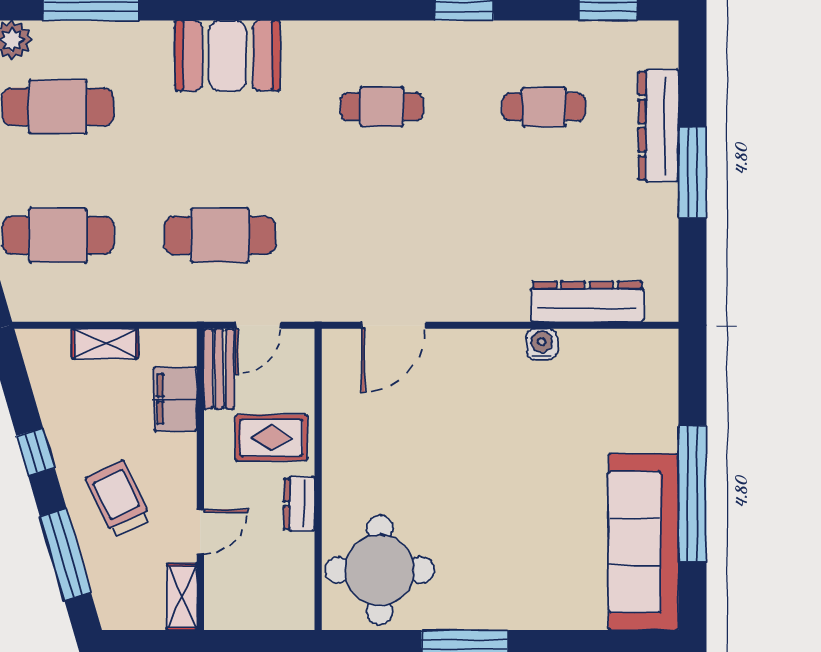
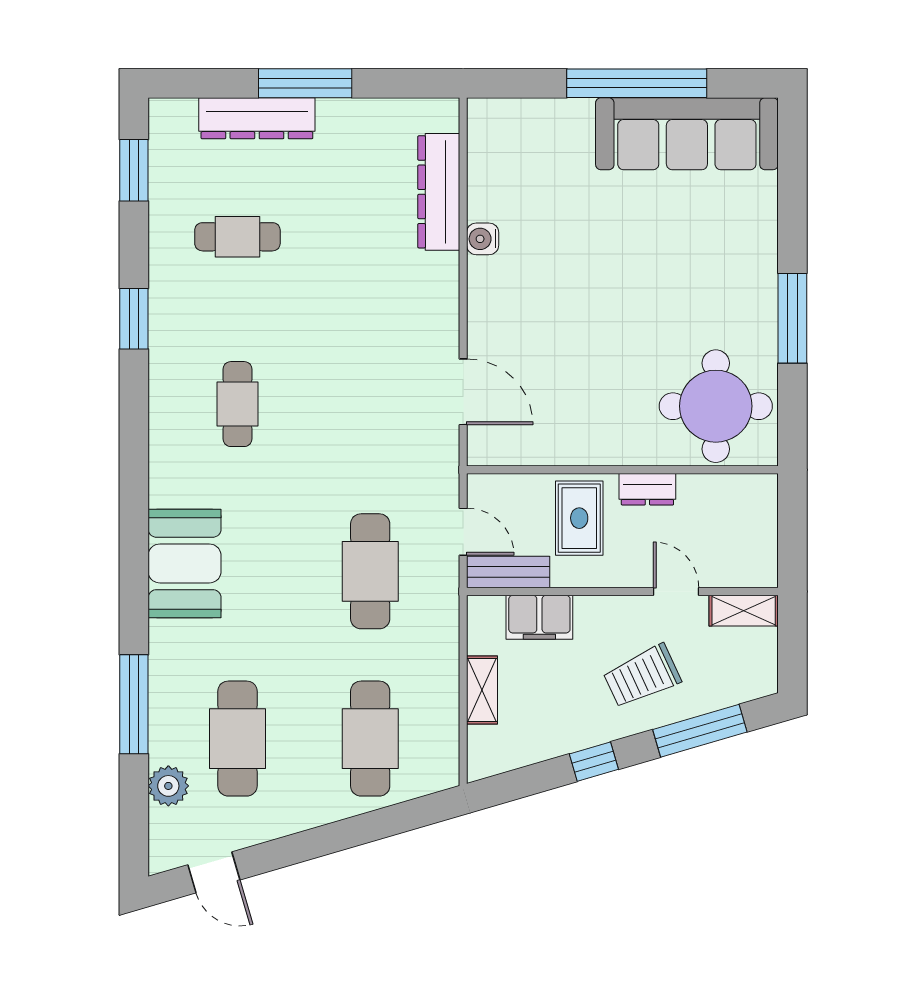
cafe table: (544, 107) -> (237, 237), turned 90

